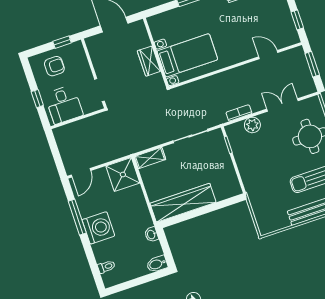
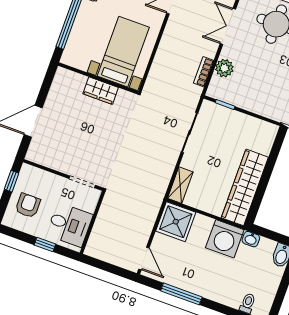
wall: (156, 53) -> (98, 78), moved
bed with nightstands: (187, 55) -> (123, 52), moved
wardrobe: (149, 61) -> (101, 91), moved
washing machine: (98, 228) -> (225, 239), moved, turned 180

